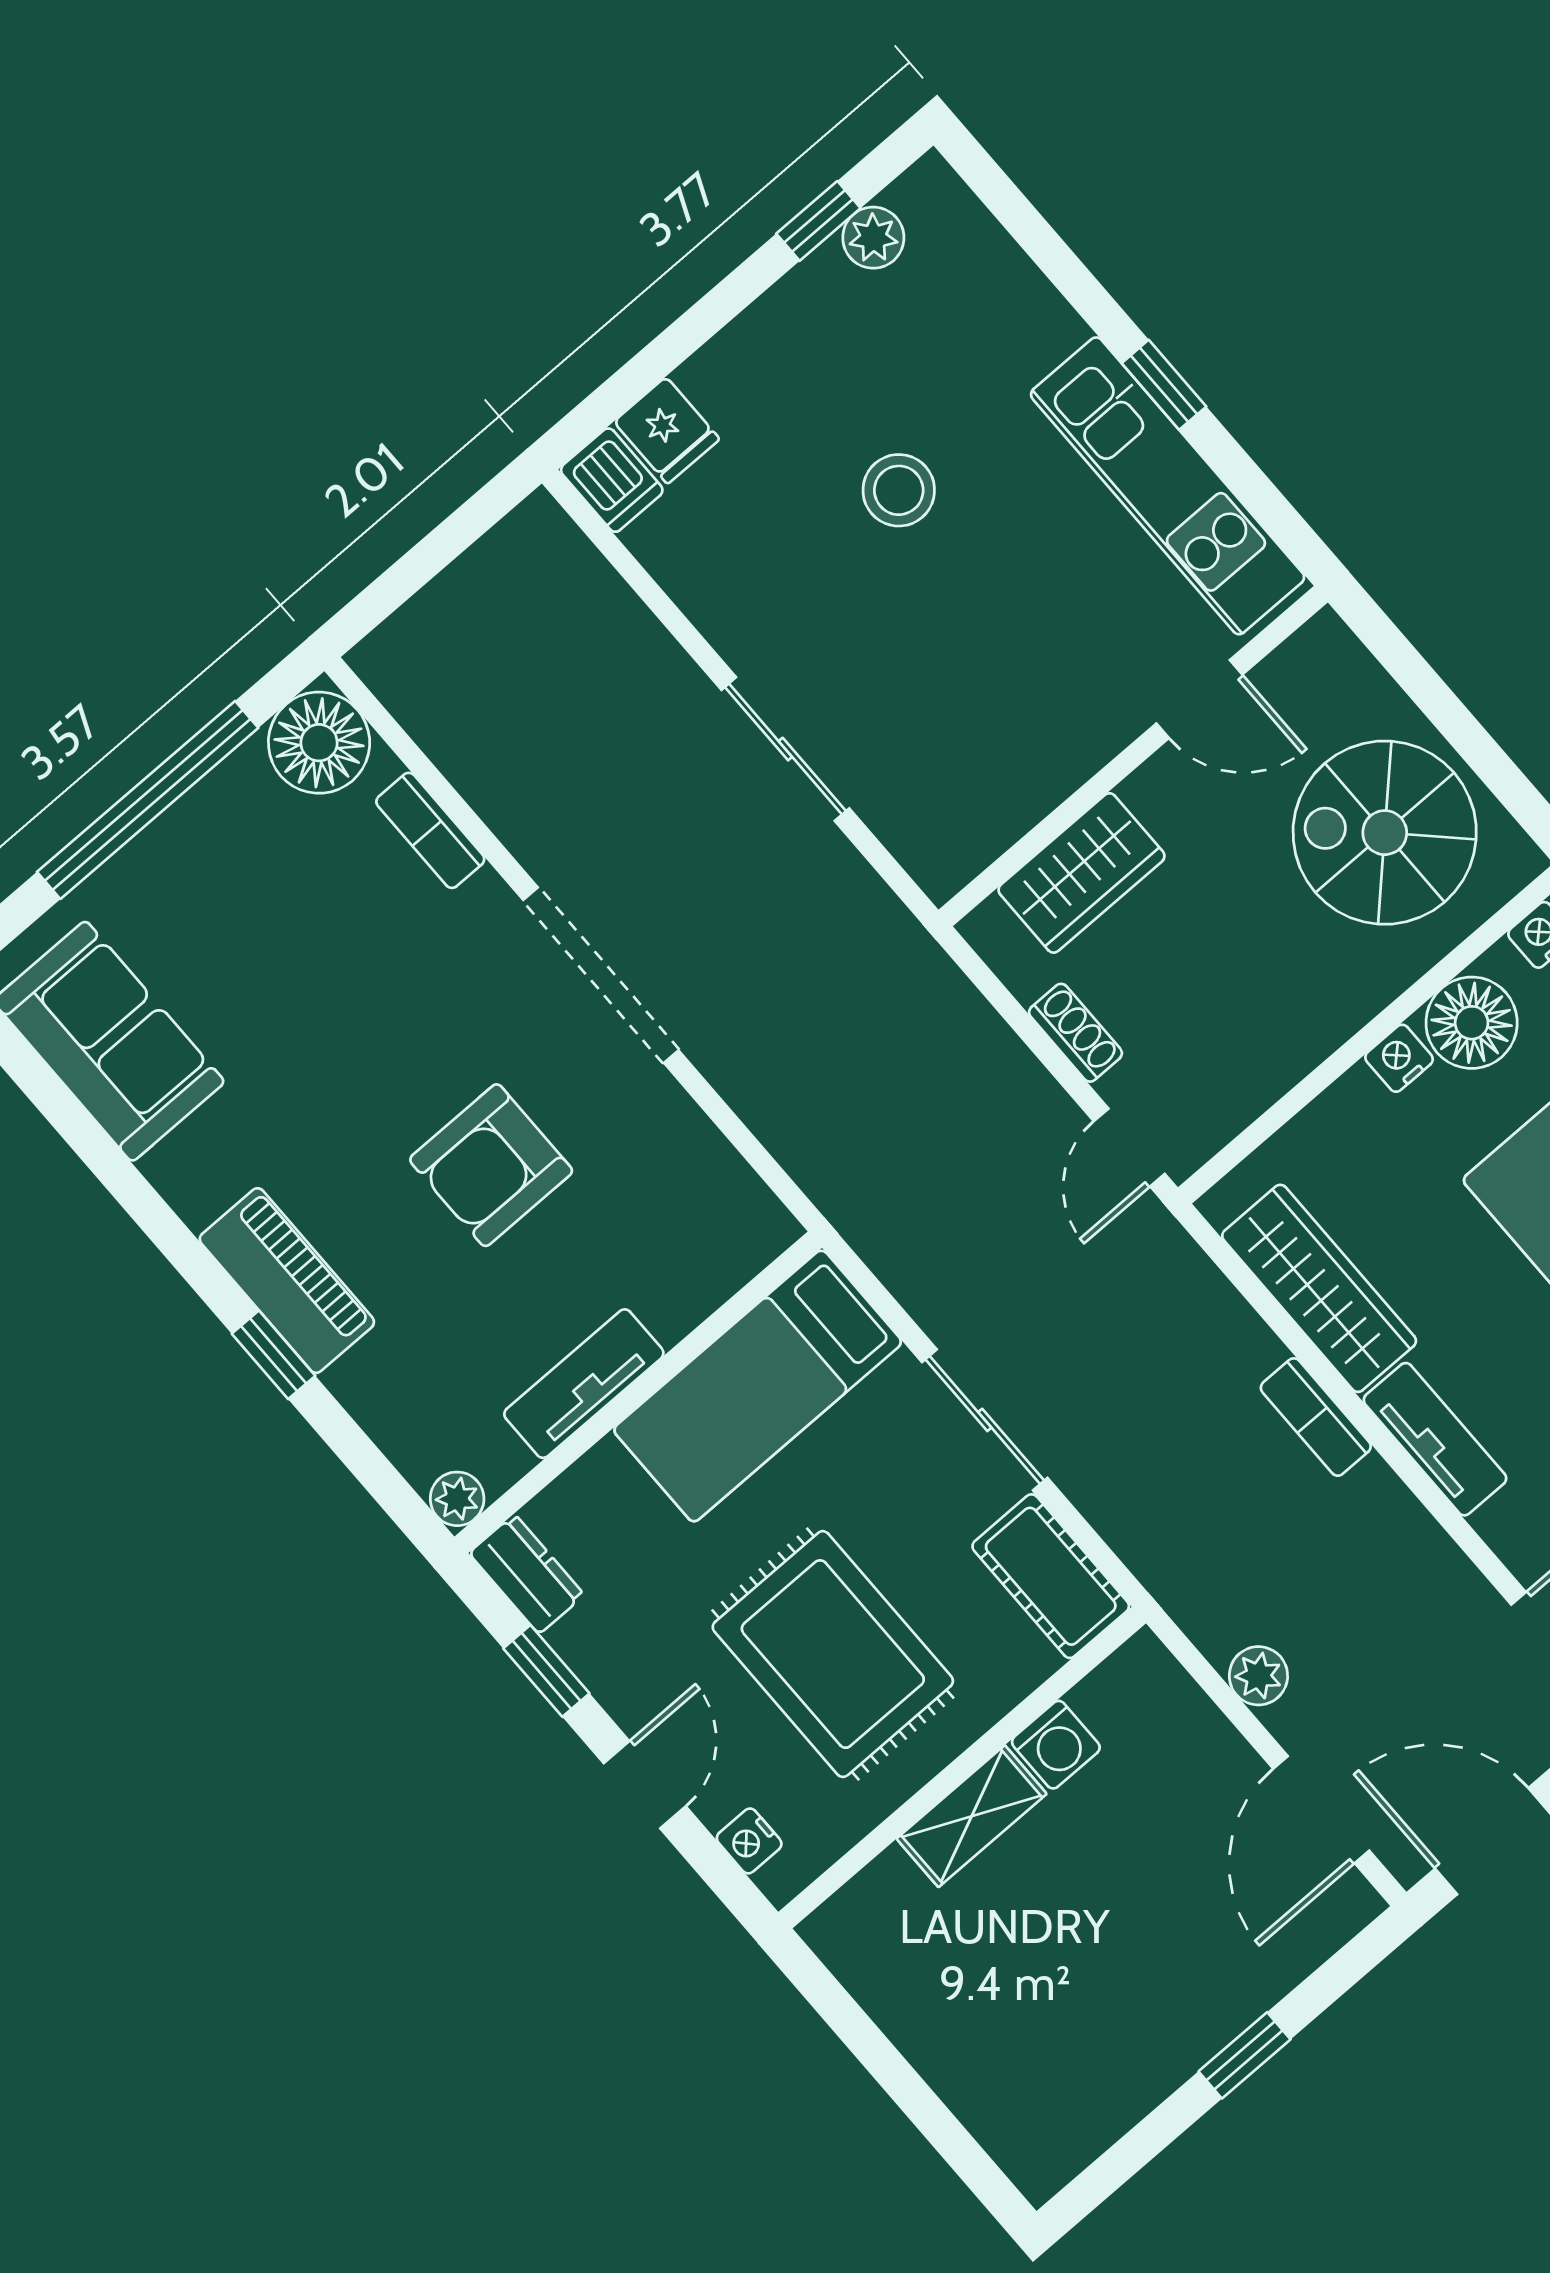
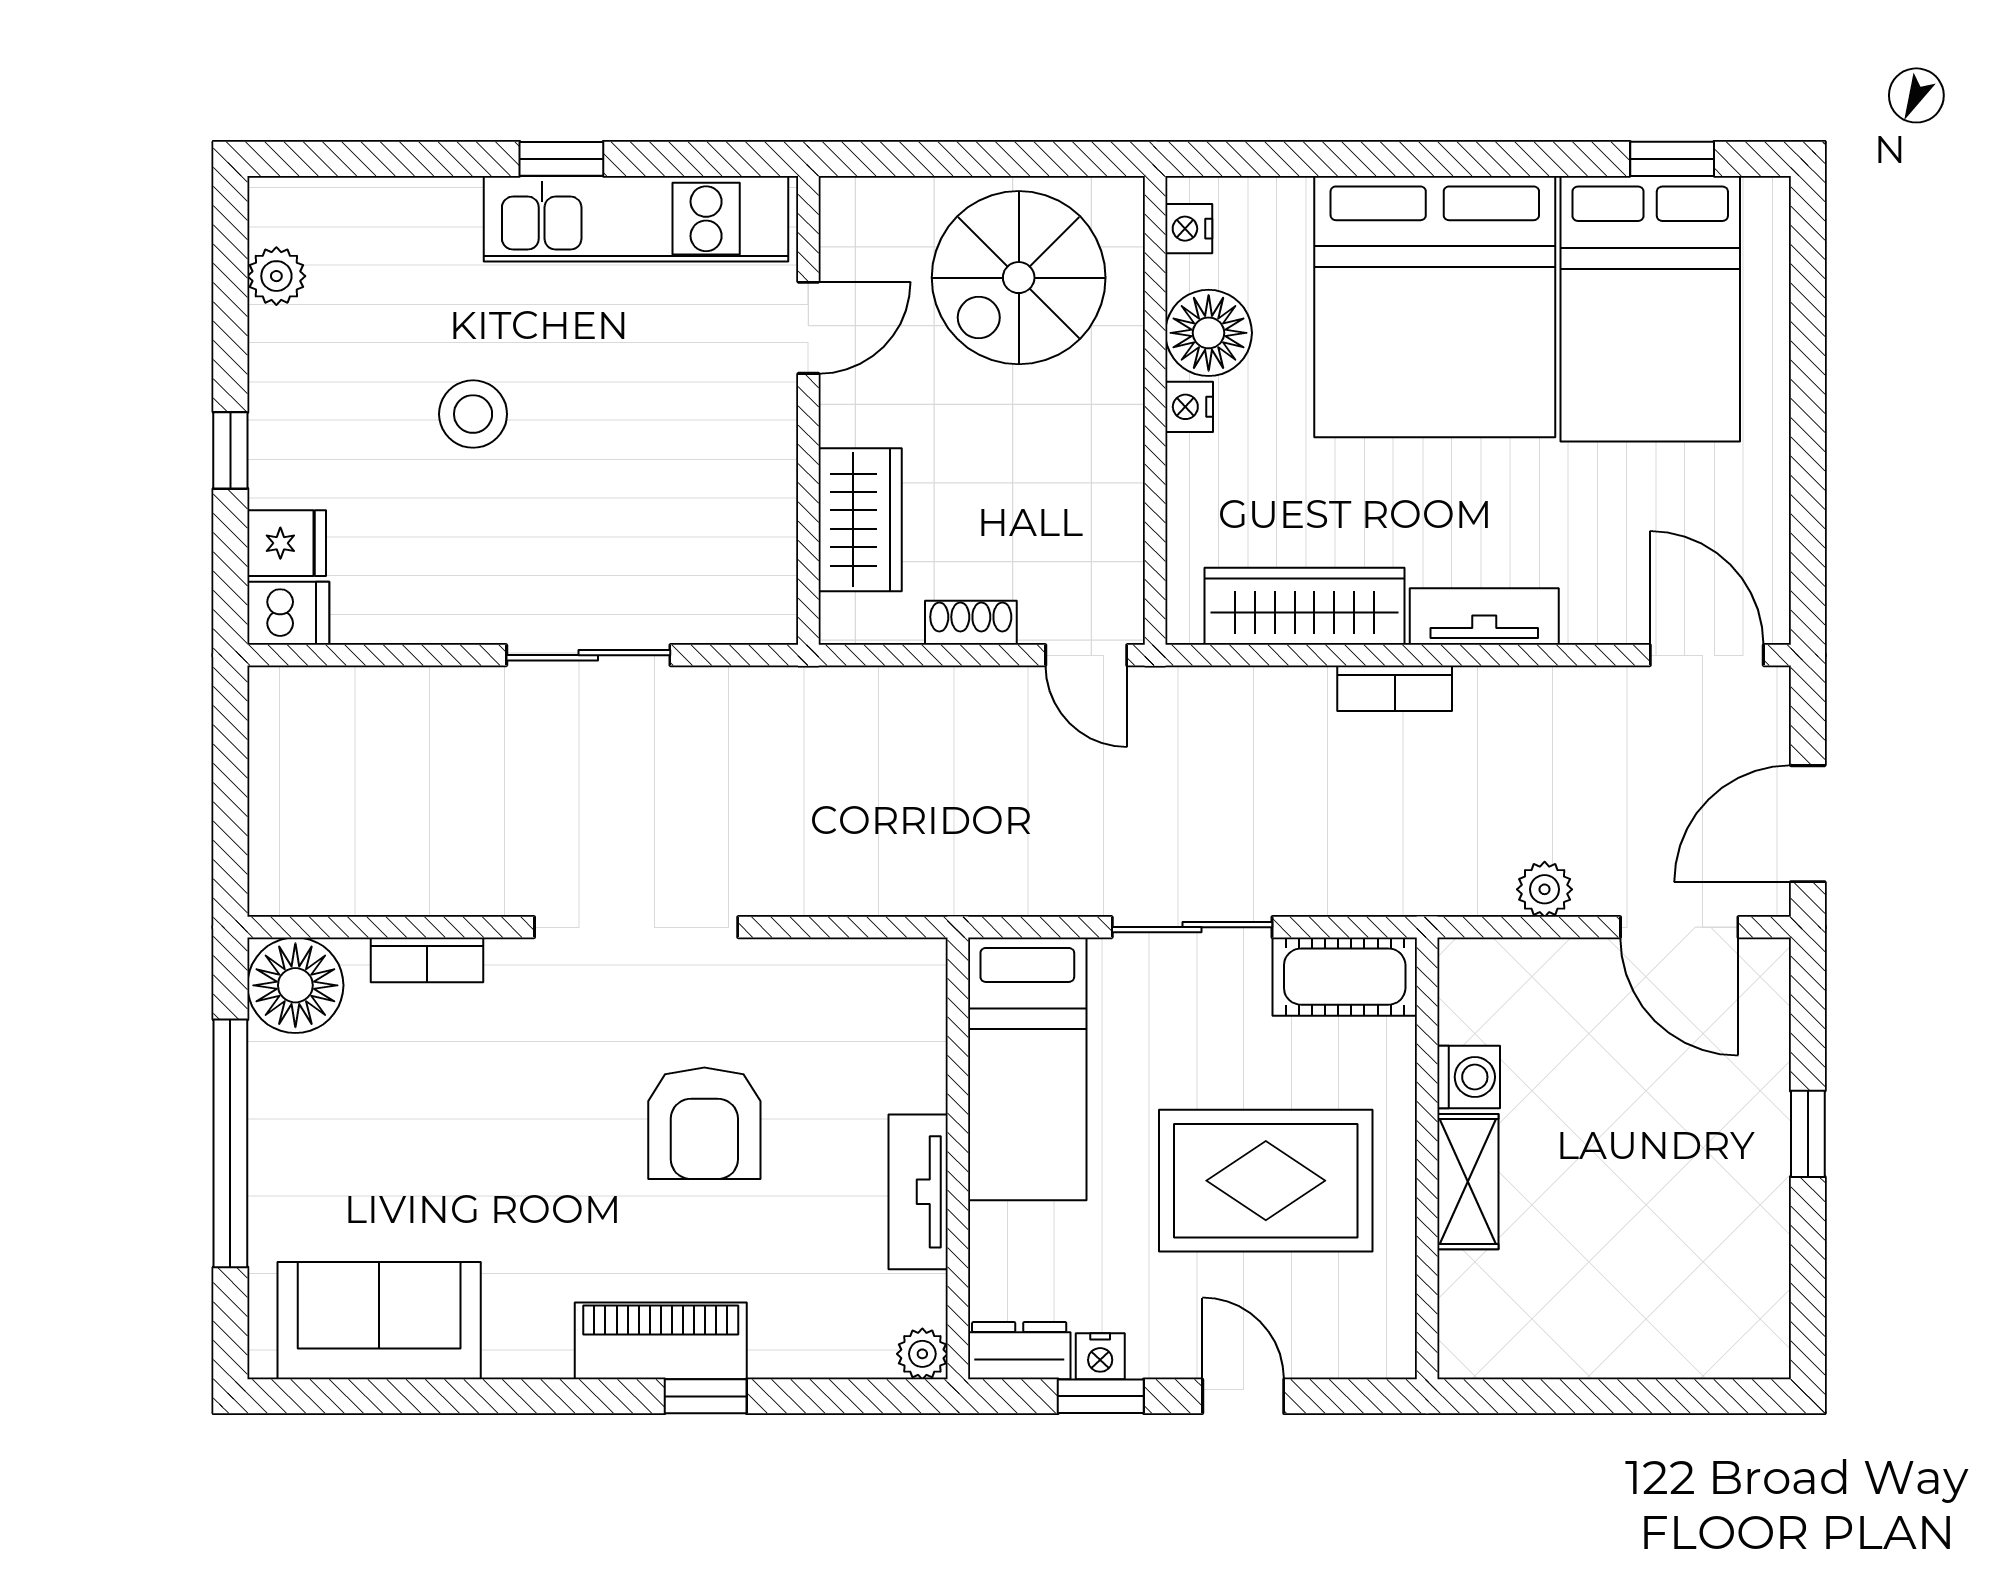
window: (818, 221) -> (230, 450), moved
nightstand: (749, 1841) -> (1100, 1356), moved

